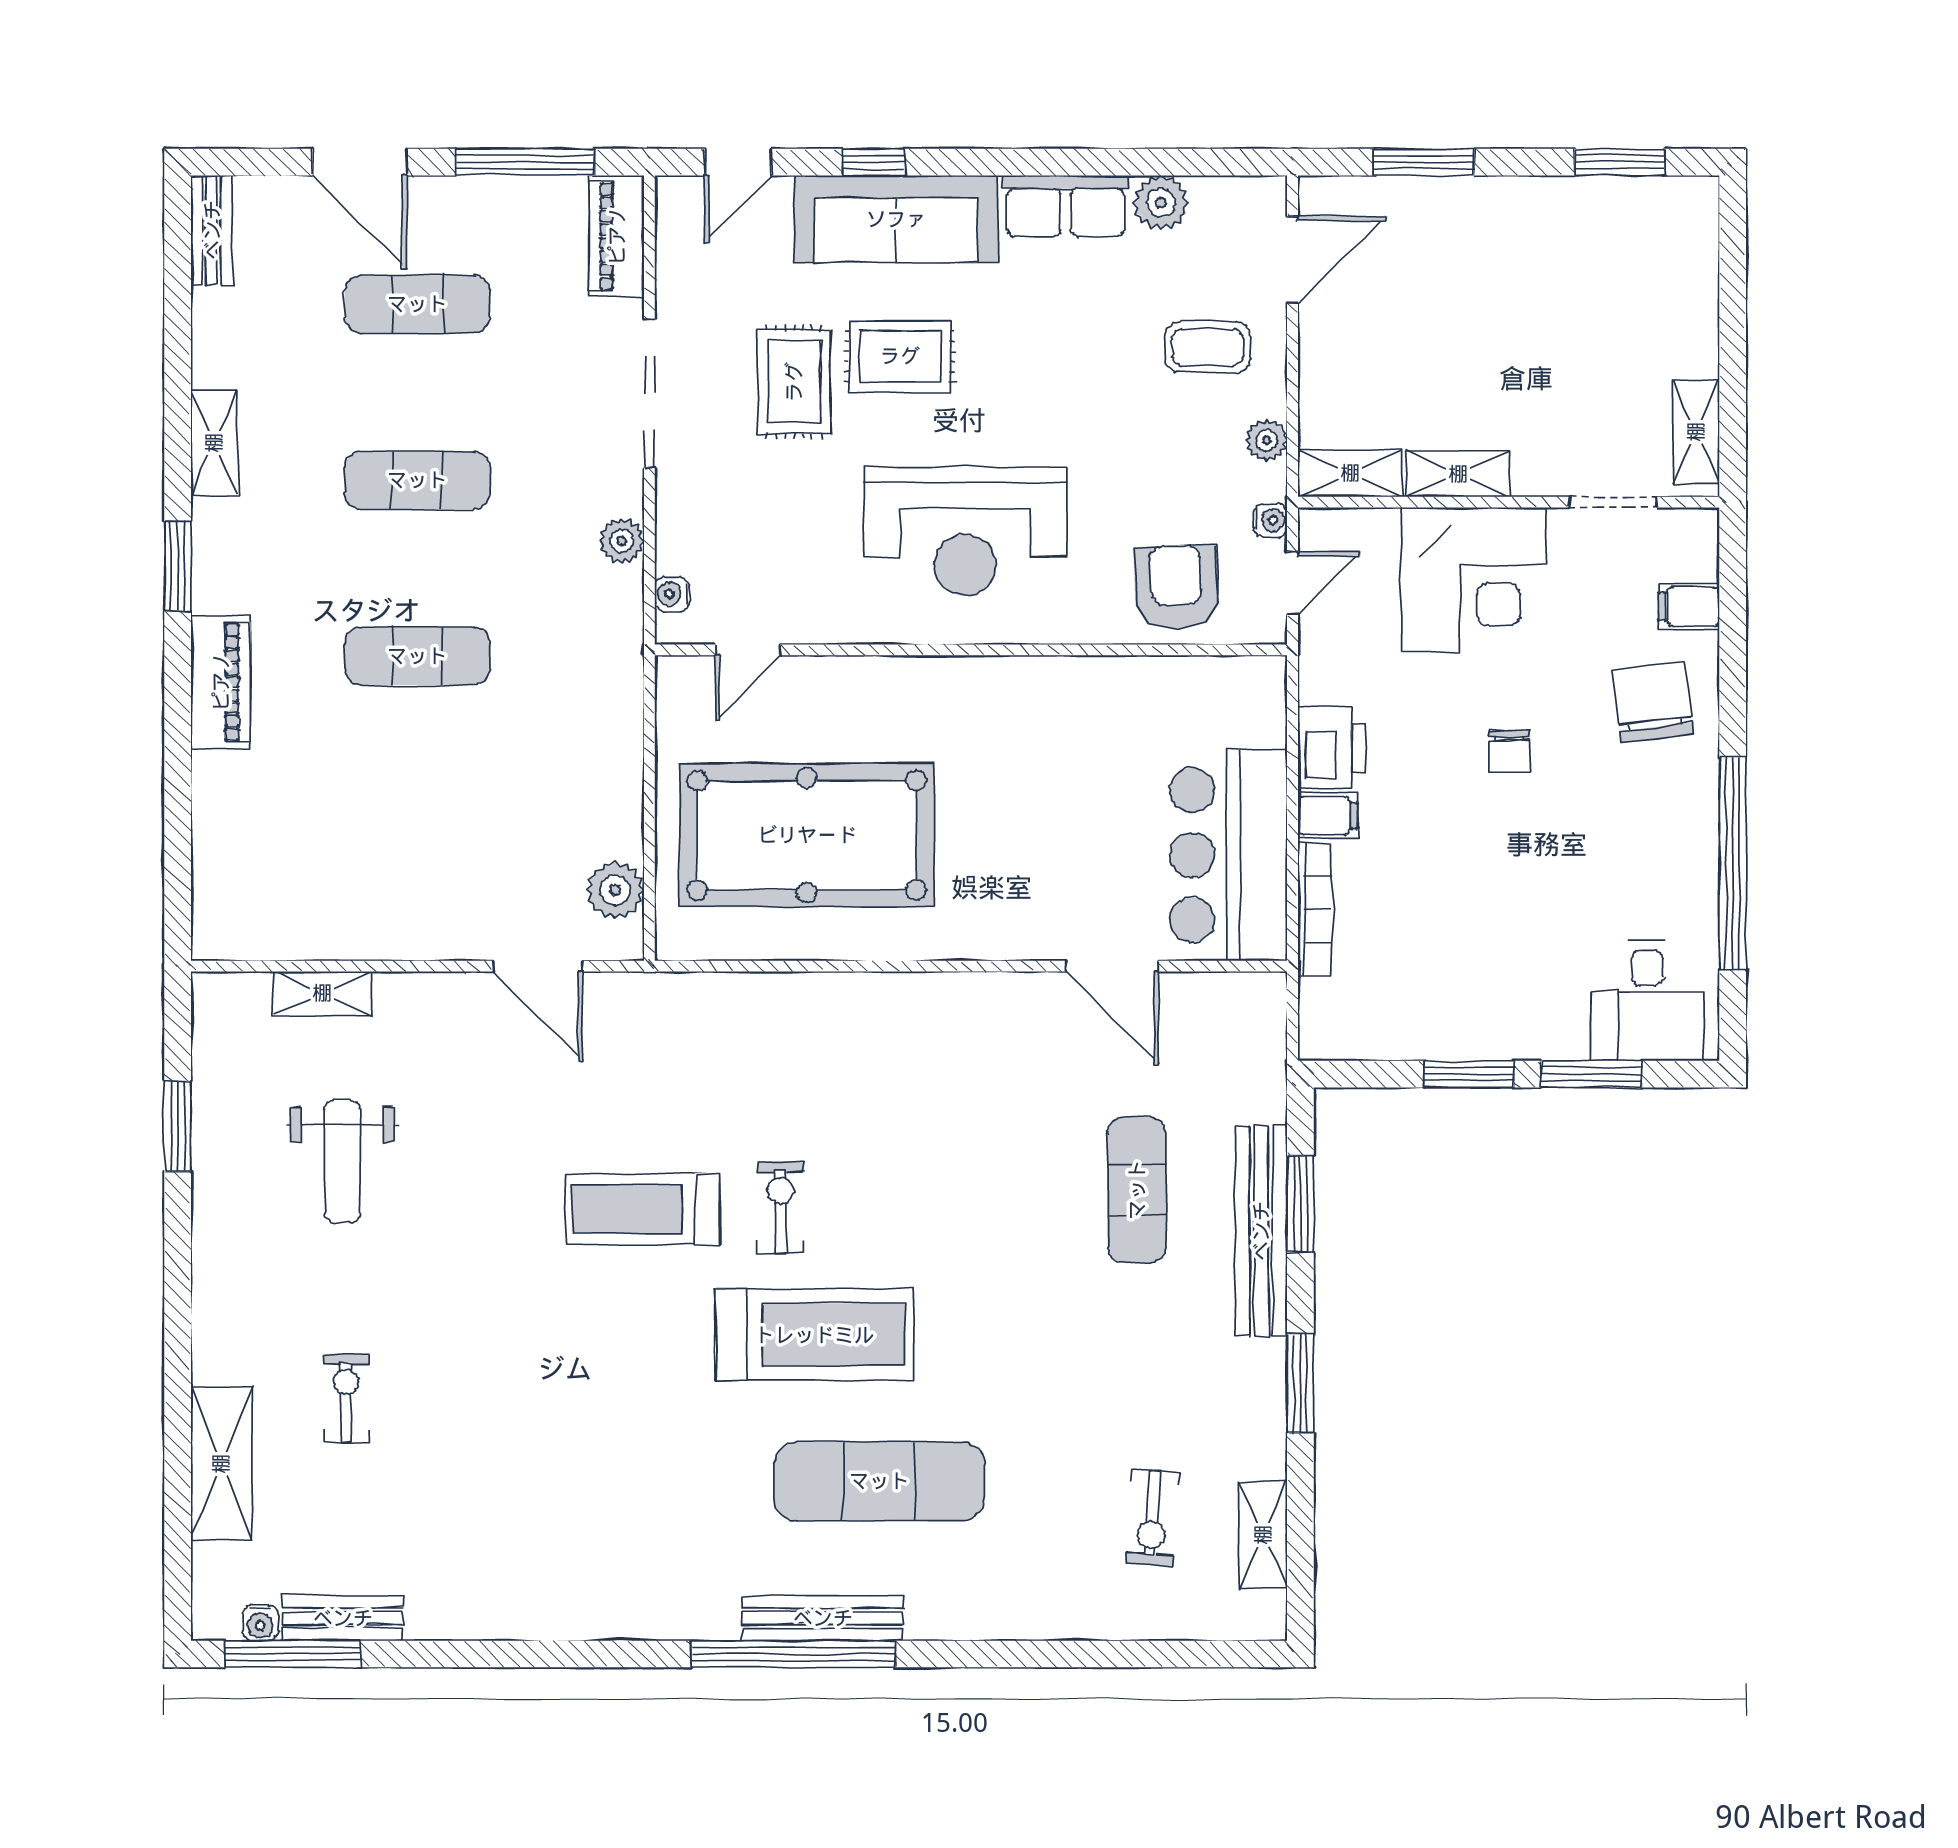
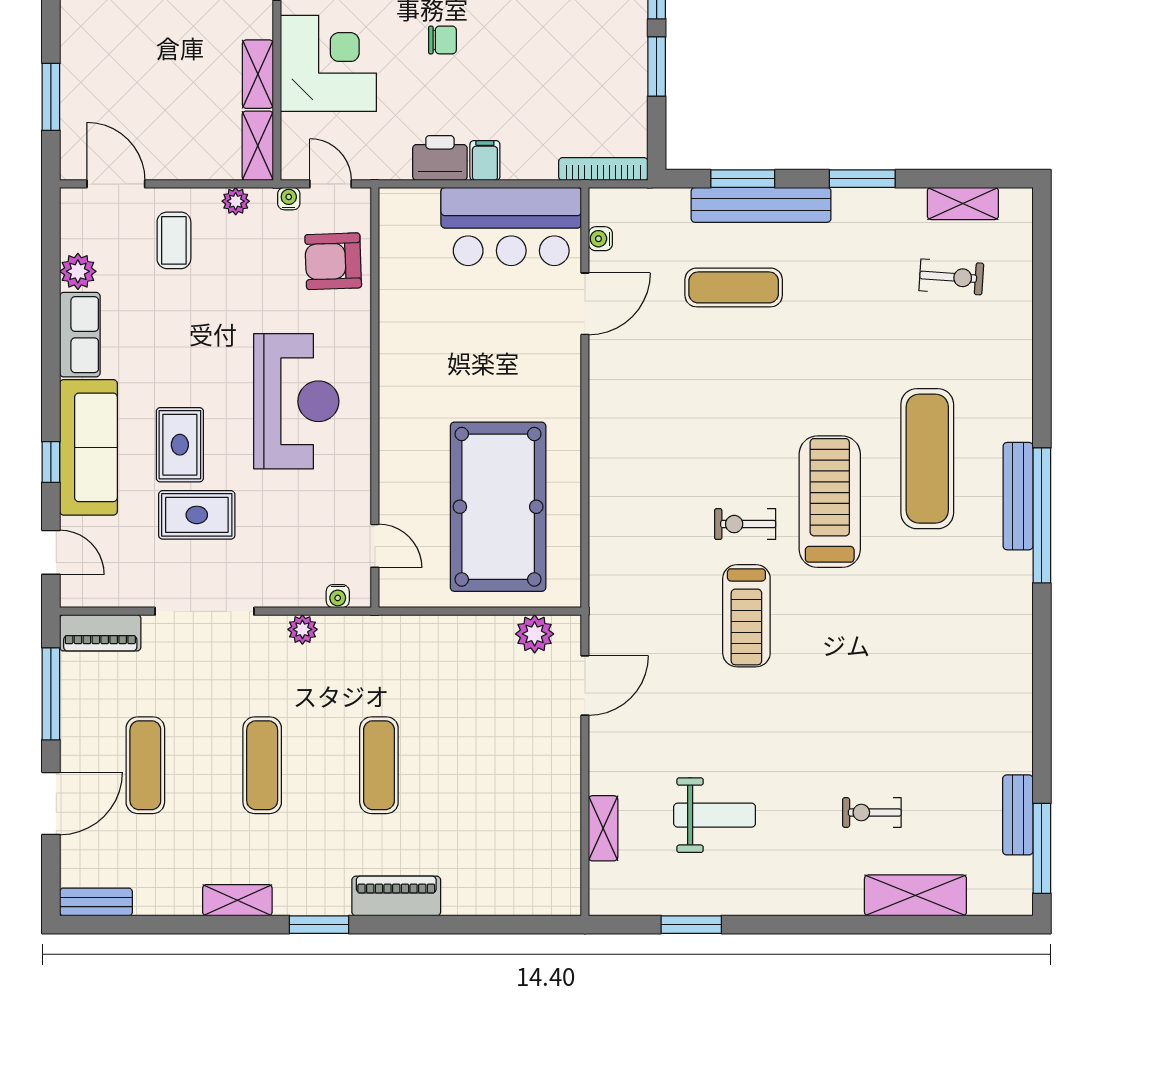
bookcase: (1315, 909) -> (603, 169), moved
water cooler: (260, 1623) -> (600, 239), moved, turned 180

